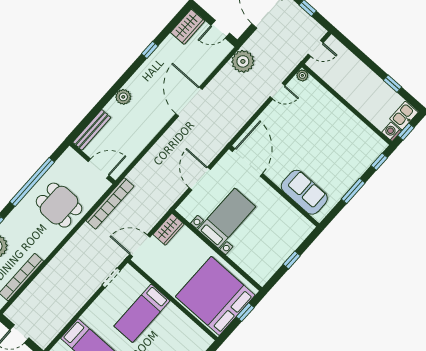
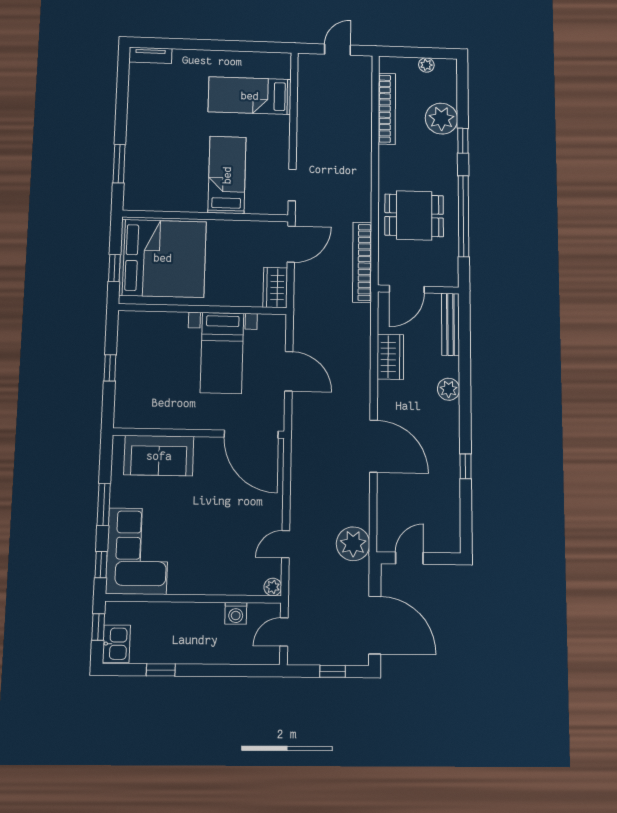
wardrobe: (188, 27) -> (390, 357), moved, turned 180
washing machine: (392, 132) -> (236, 613), moved, turned 90
corner sofa: (355, 153) -> (137, 551), added

